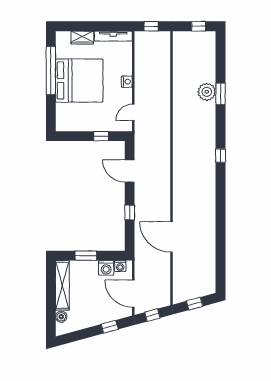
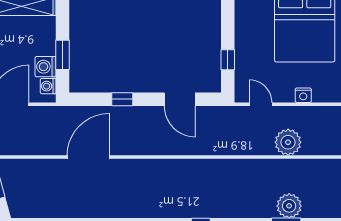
plant: (161, 93) -> (288, 142), added
door: (130, 171) -> (180, 99), swing flipped
window: (86, 256) -> (62, 55), moved

